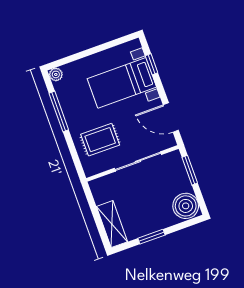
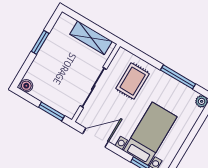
boiler: (186, 206) -> (26, 86), width x0.54, depth x0.54
shelving: (112, 224) -> (91, 38), moved

